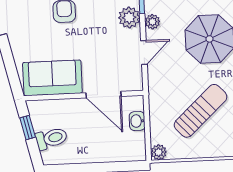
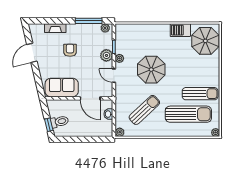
door: (144, 53) -> (114, 76), swing flipped
window: (28, 128) -> (49, 125), moved

